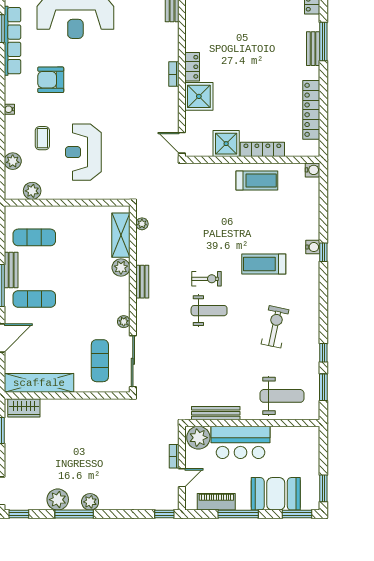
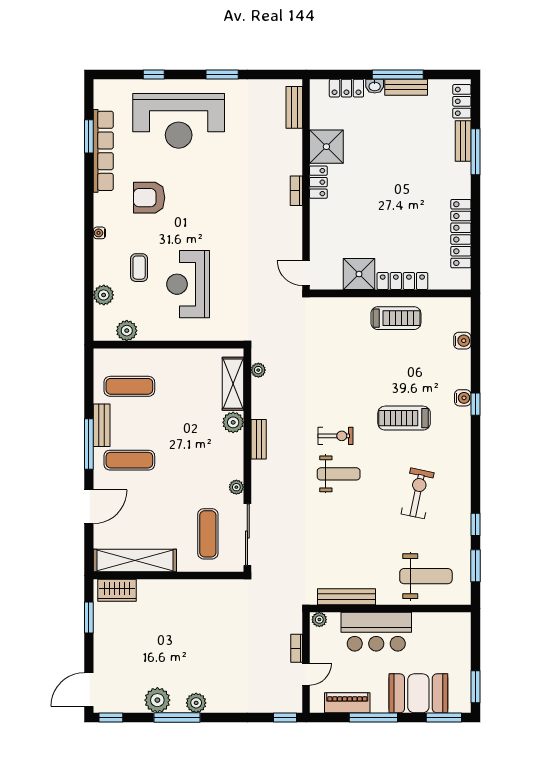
bench: (313, 49) -> (463, 141), moved
shower: (199, 96) -> (326, 147), moved
water cooler: (312, 170) -> (462, 341), moved
plant: (198, 438) -> (319, 620), width x0.53, depth x0.53

